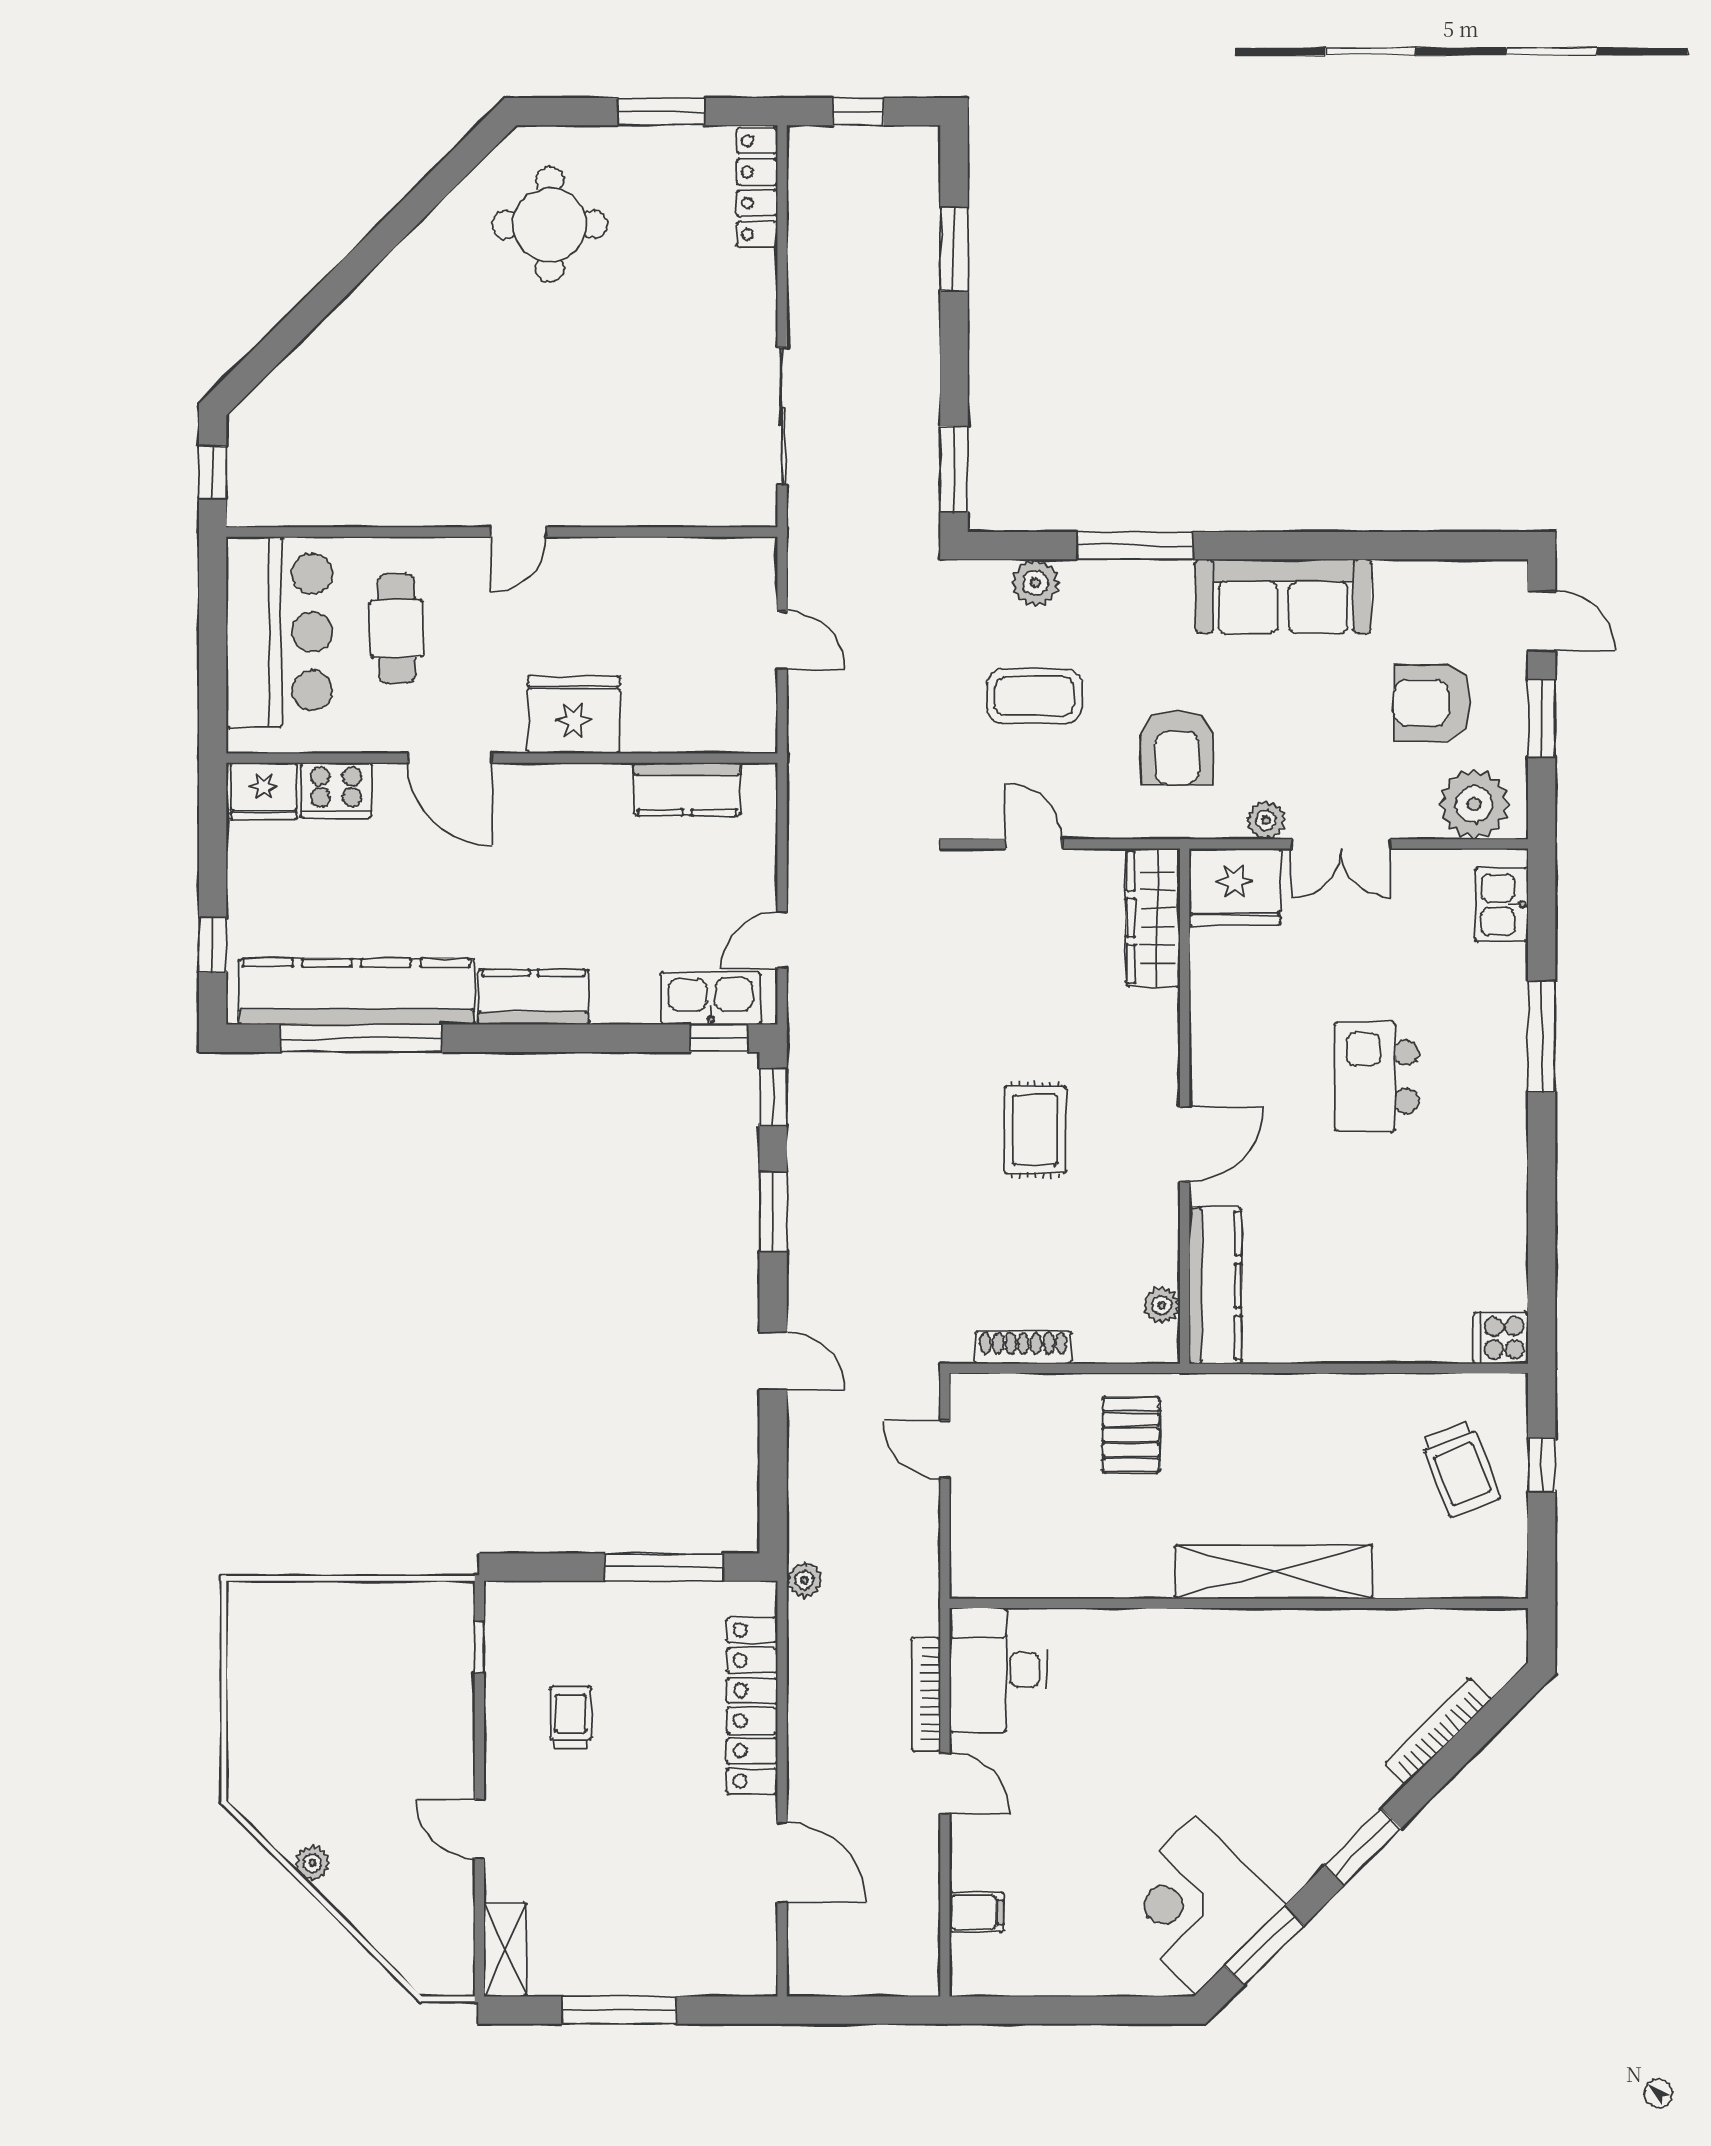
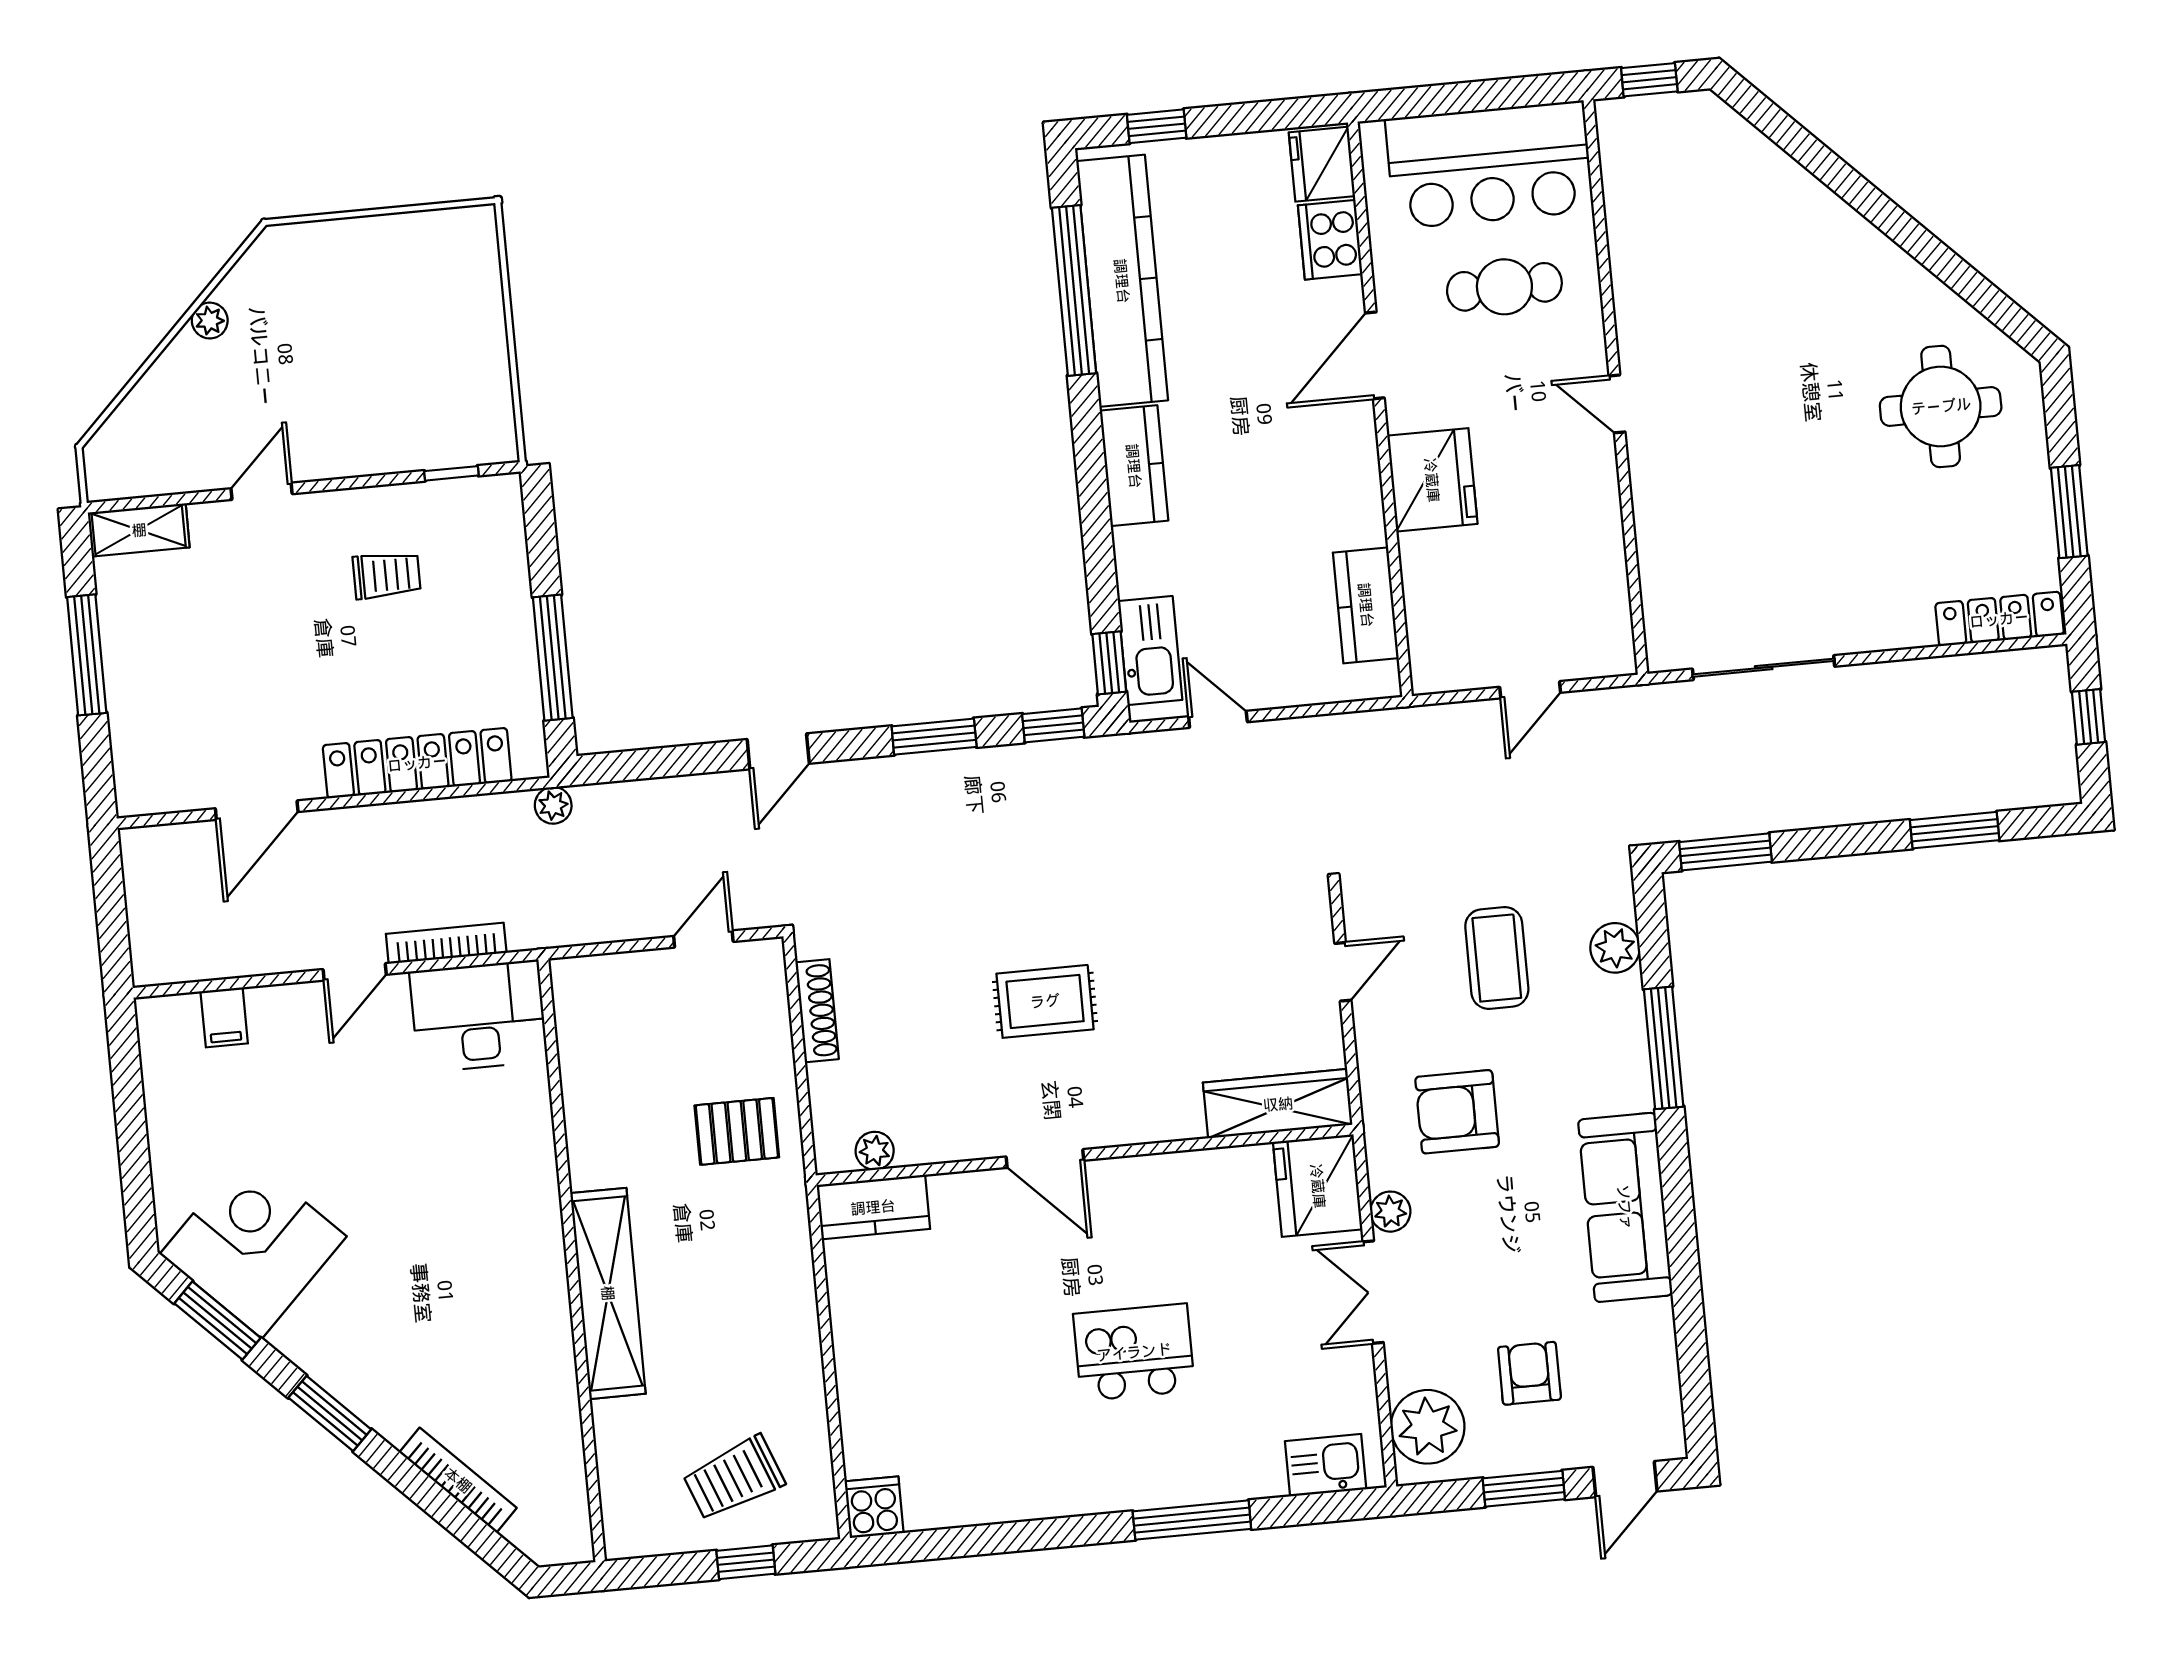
armchair: (1432, 703) -> (1529, 1373), width x0.72, depth x0.72
kitchen counter: (1215, 1286) -> (873, 1207), width x0.67

